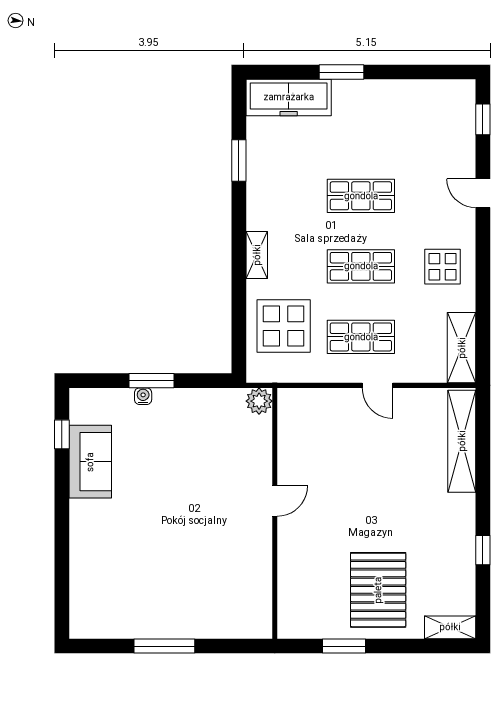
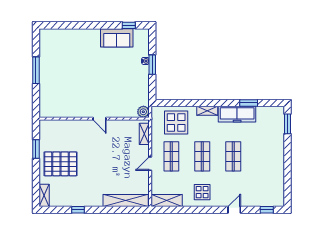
window: (341, 72) -> (287, 124), moved
freezer: (289, 97) -> (237, 114), moved, turned -90
shelving: (310, 399) -> (144, 134), added

